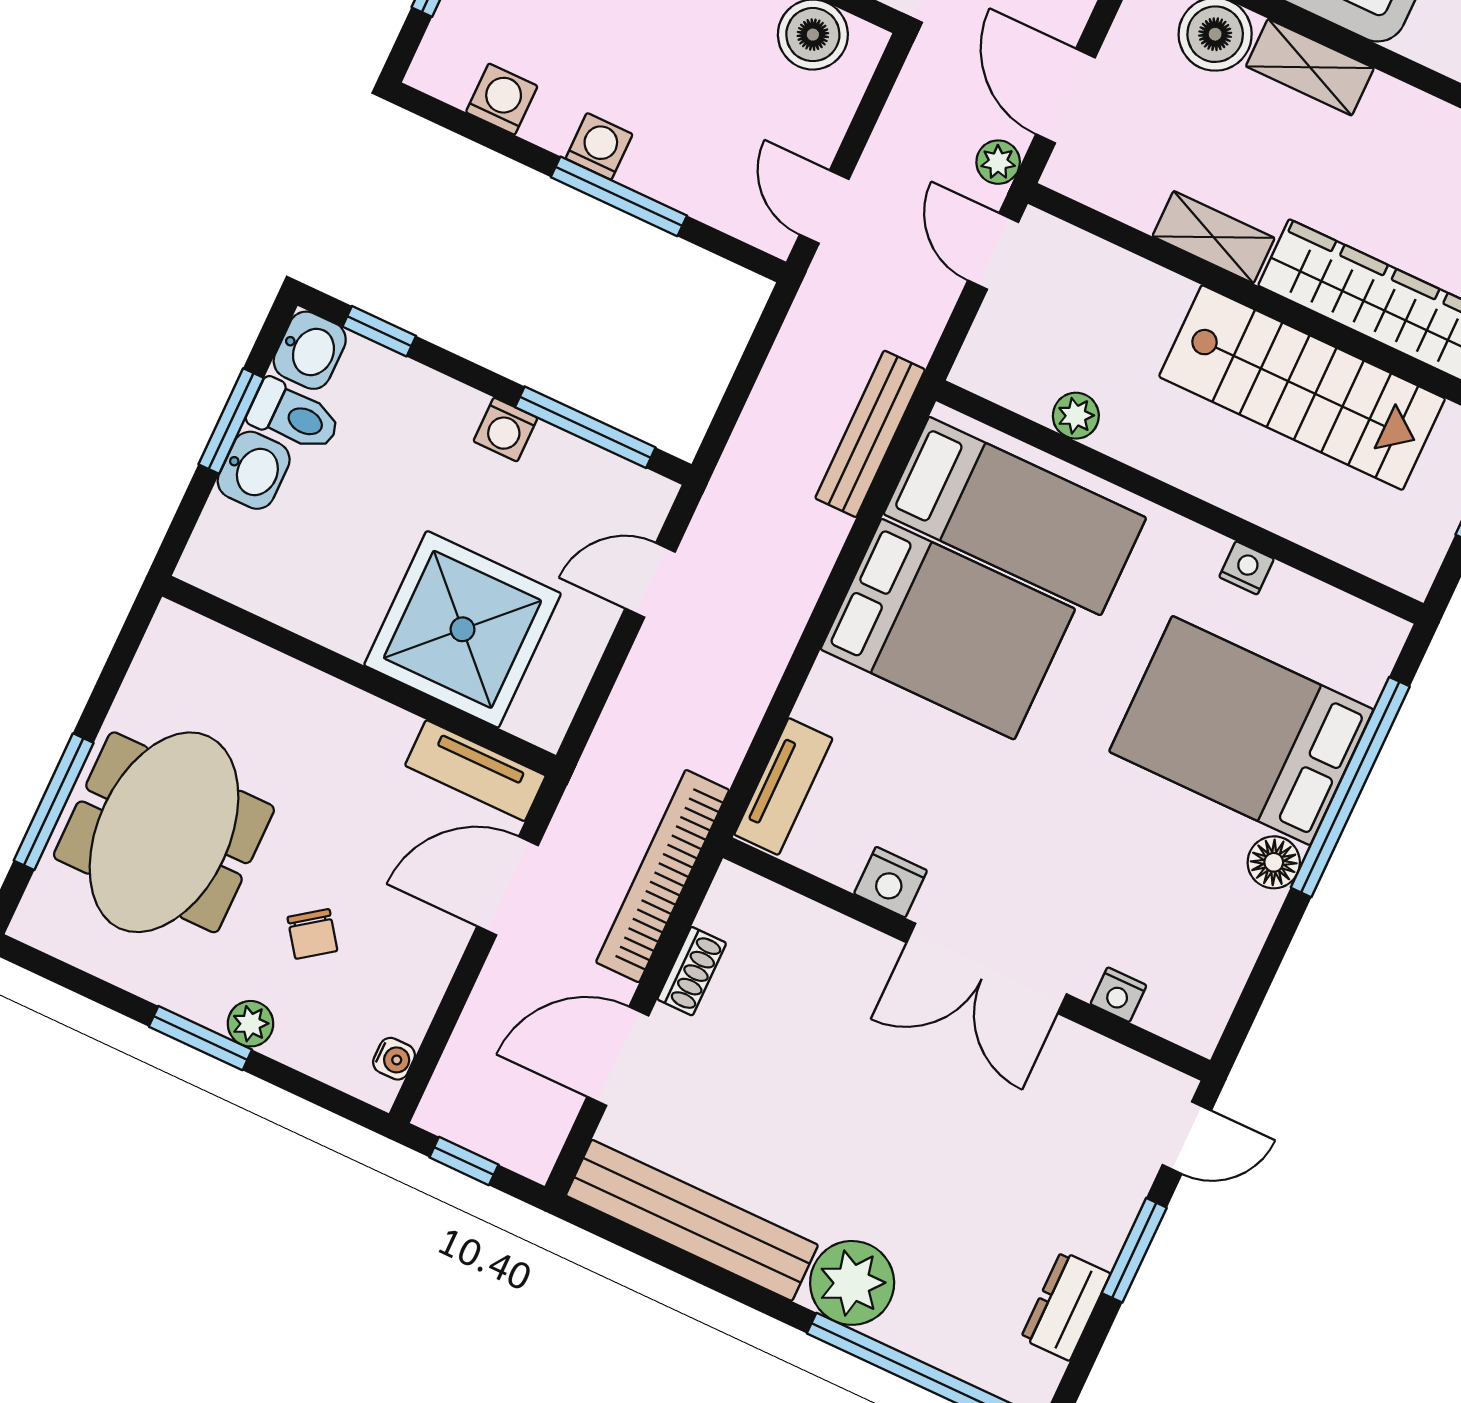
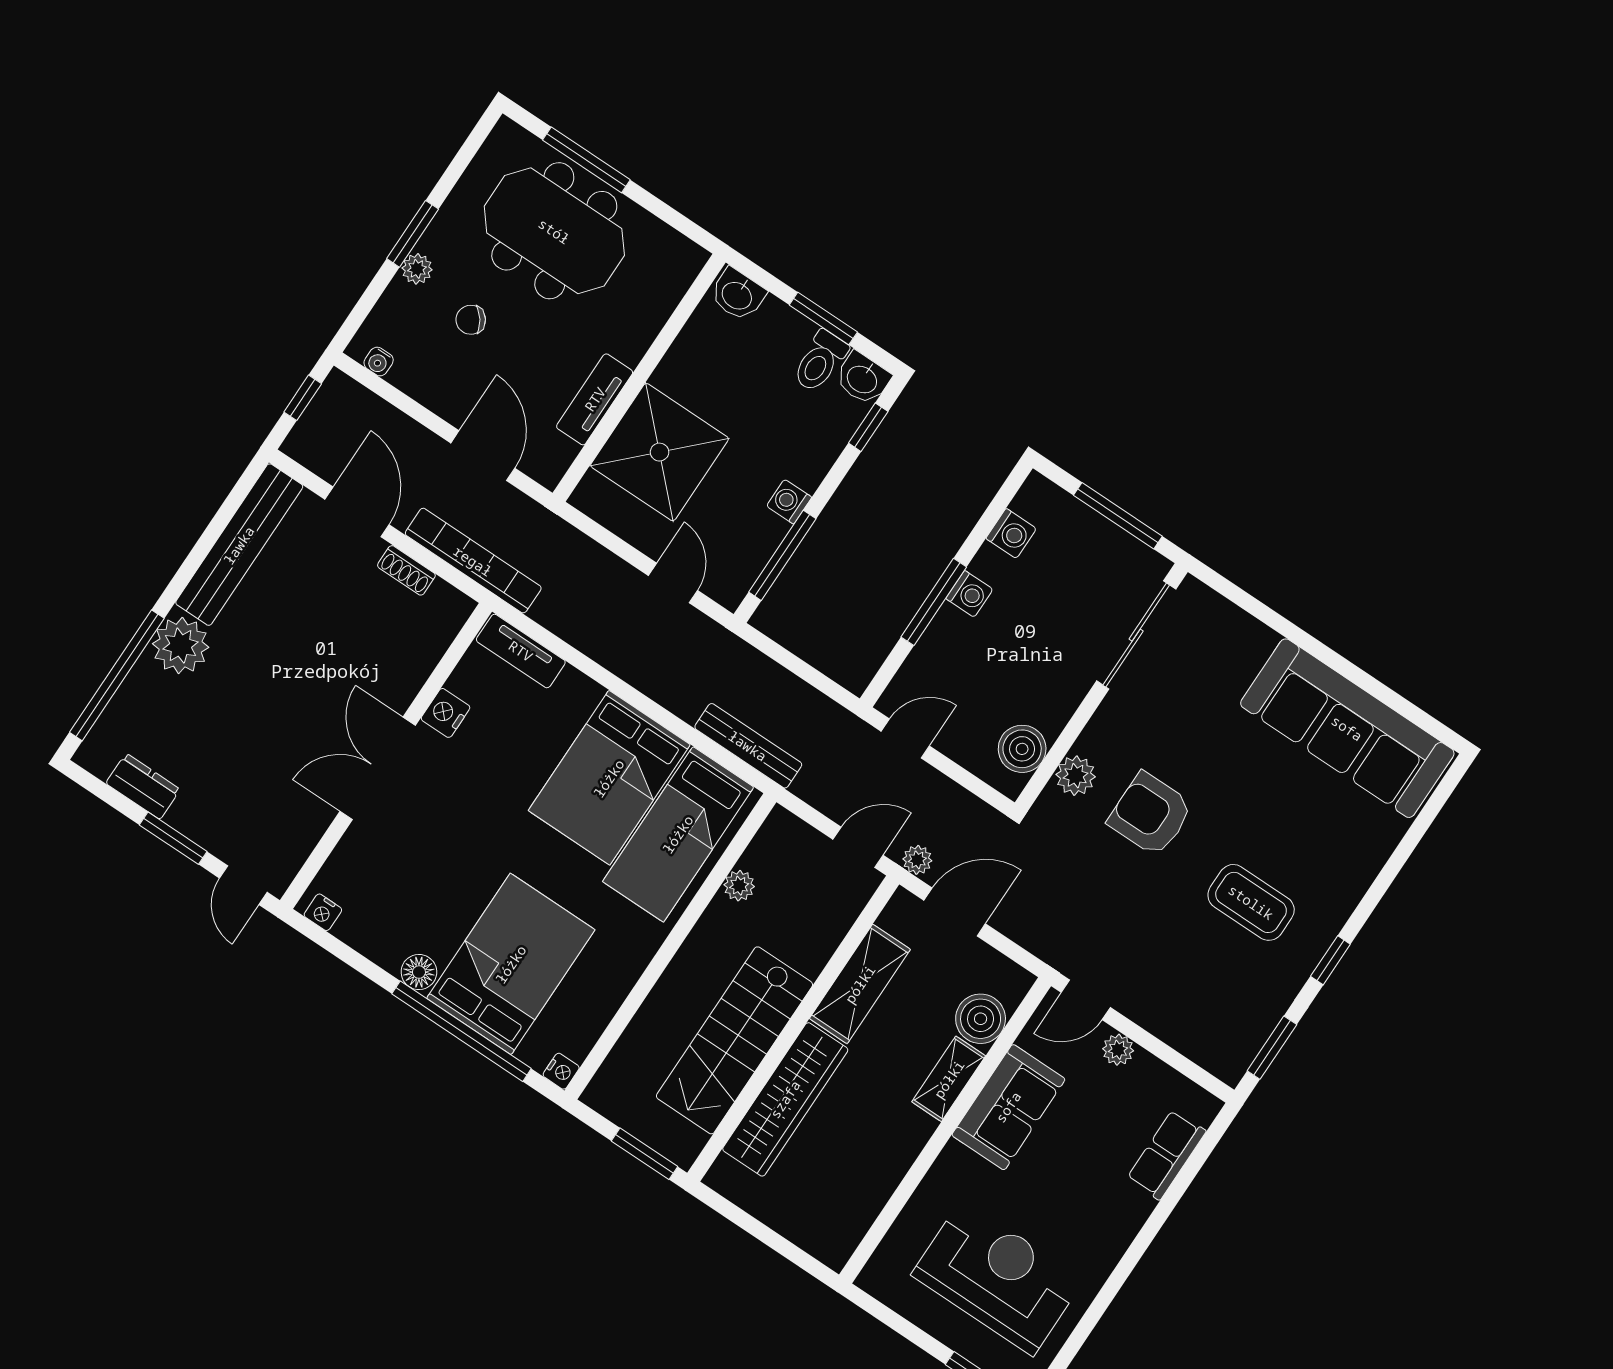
shelving: (1214, 237) -> (860, 984), width x1.50, depth x1.33
washbasin: (254, 470) -> (738, 295), moved
nightstand: (1247, 568) -> (561, 1071), moved
tv unit: (475, 771) -> (595, 399), moved
nightstand: (1118, 995) -> (323, 912), moved, turned -90

